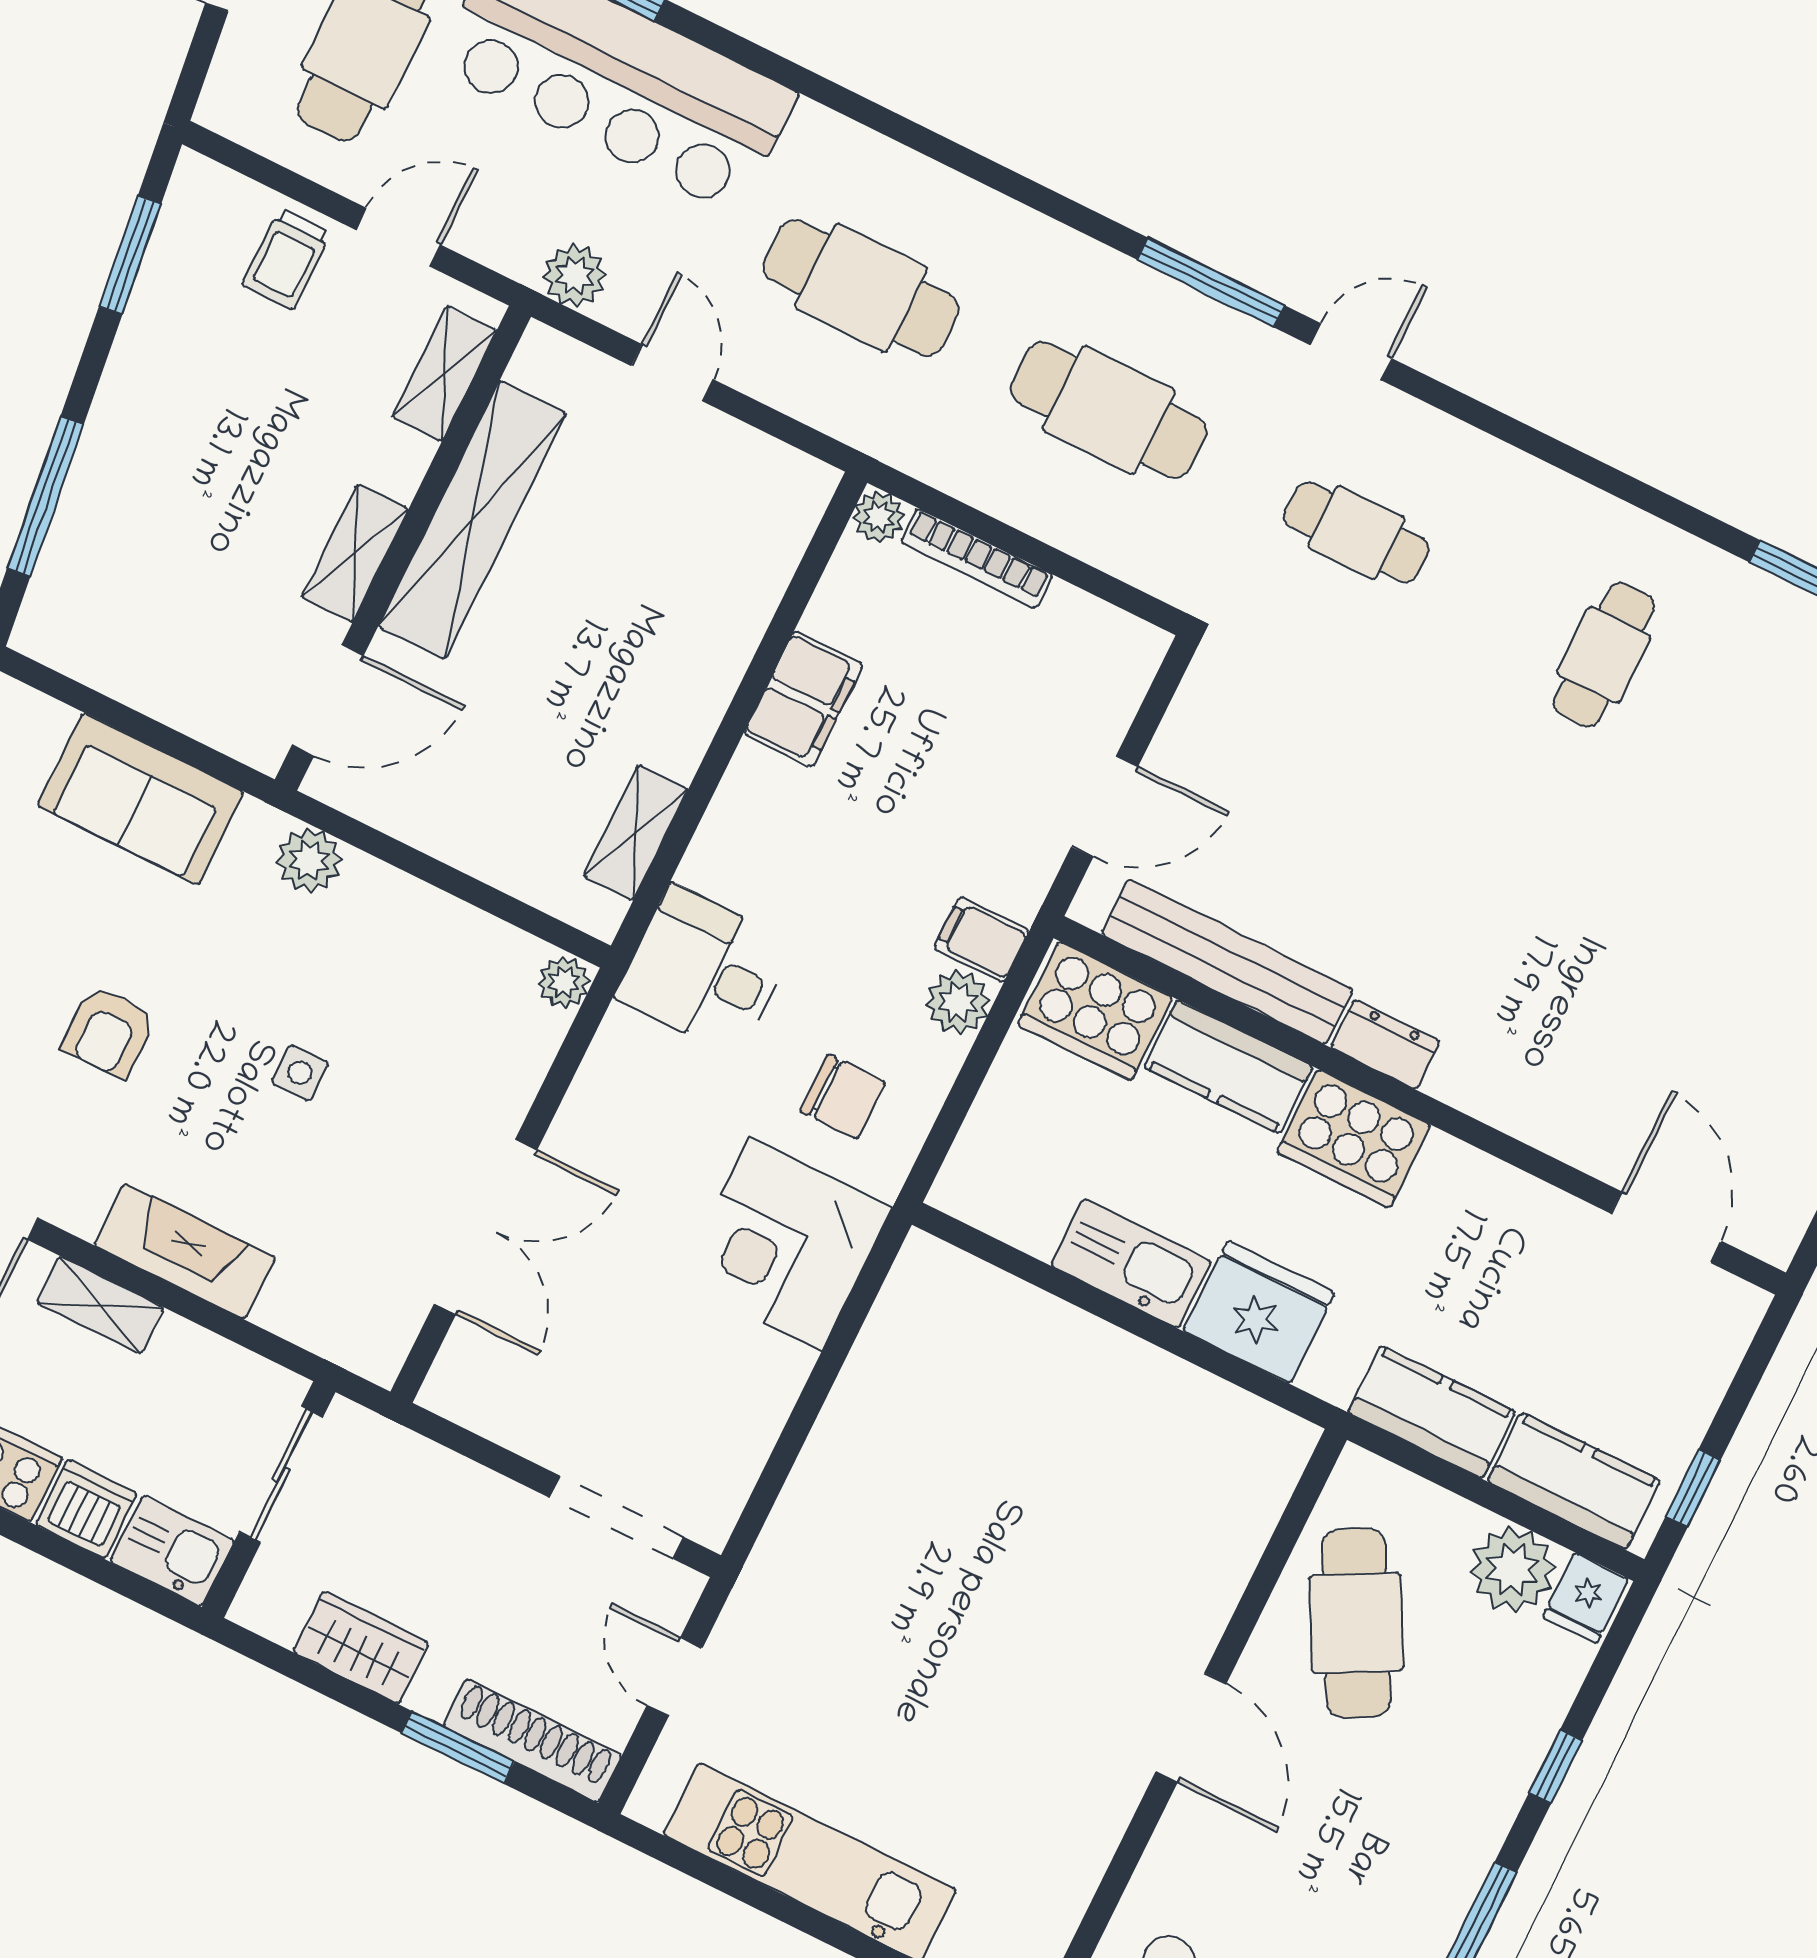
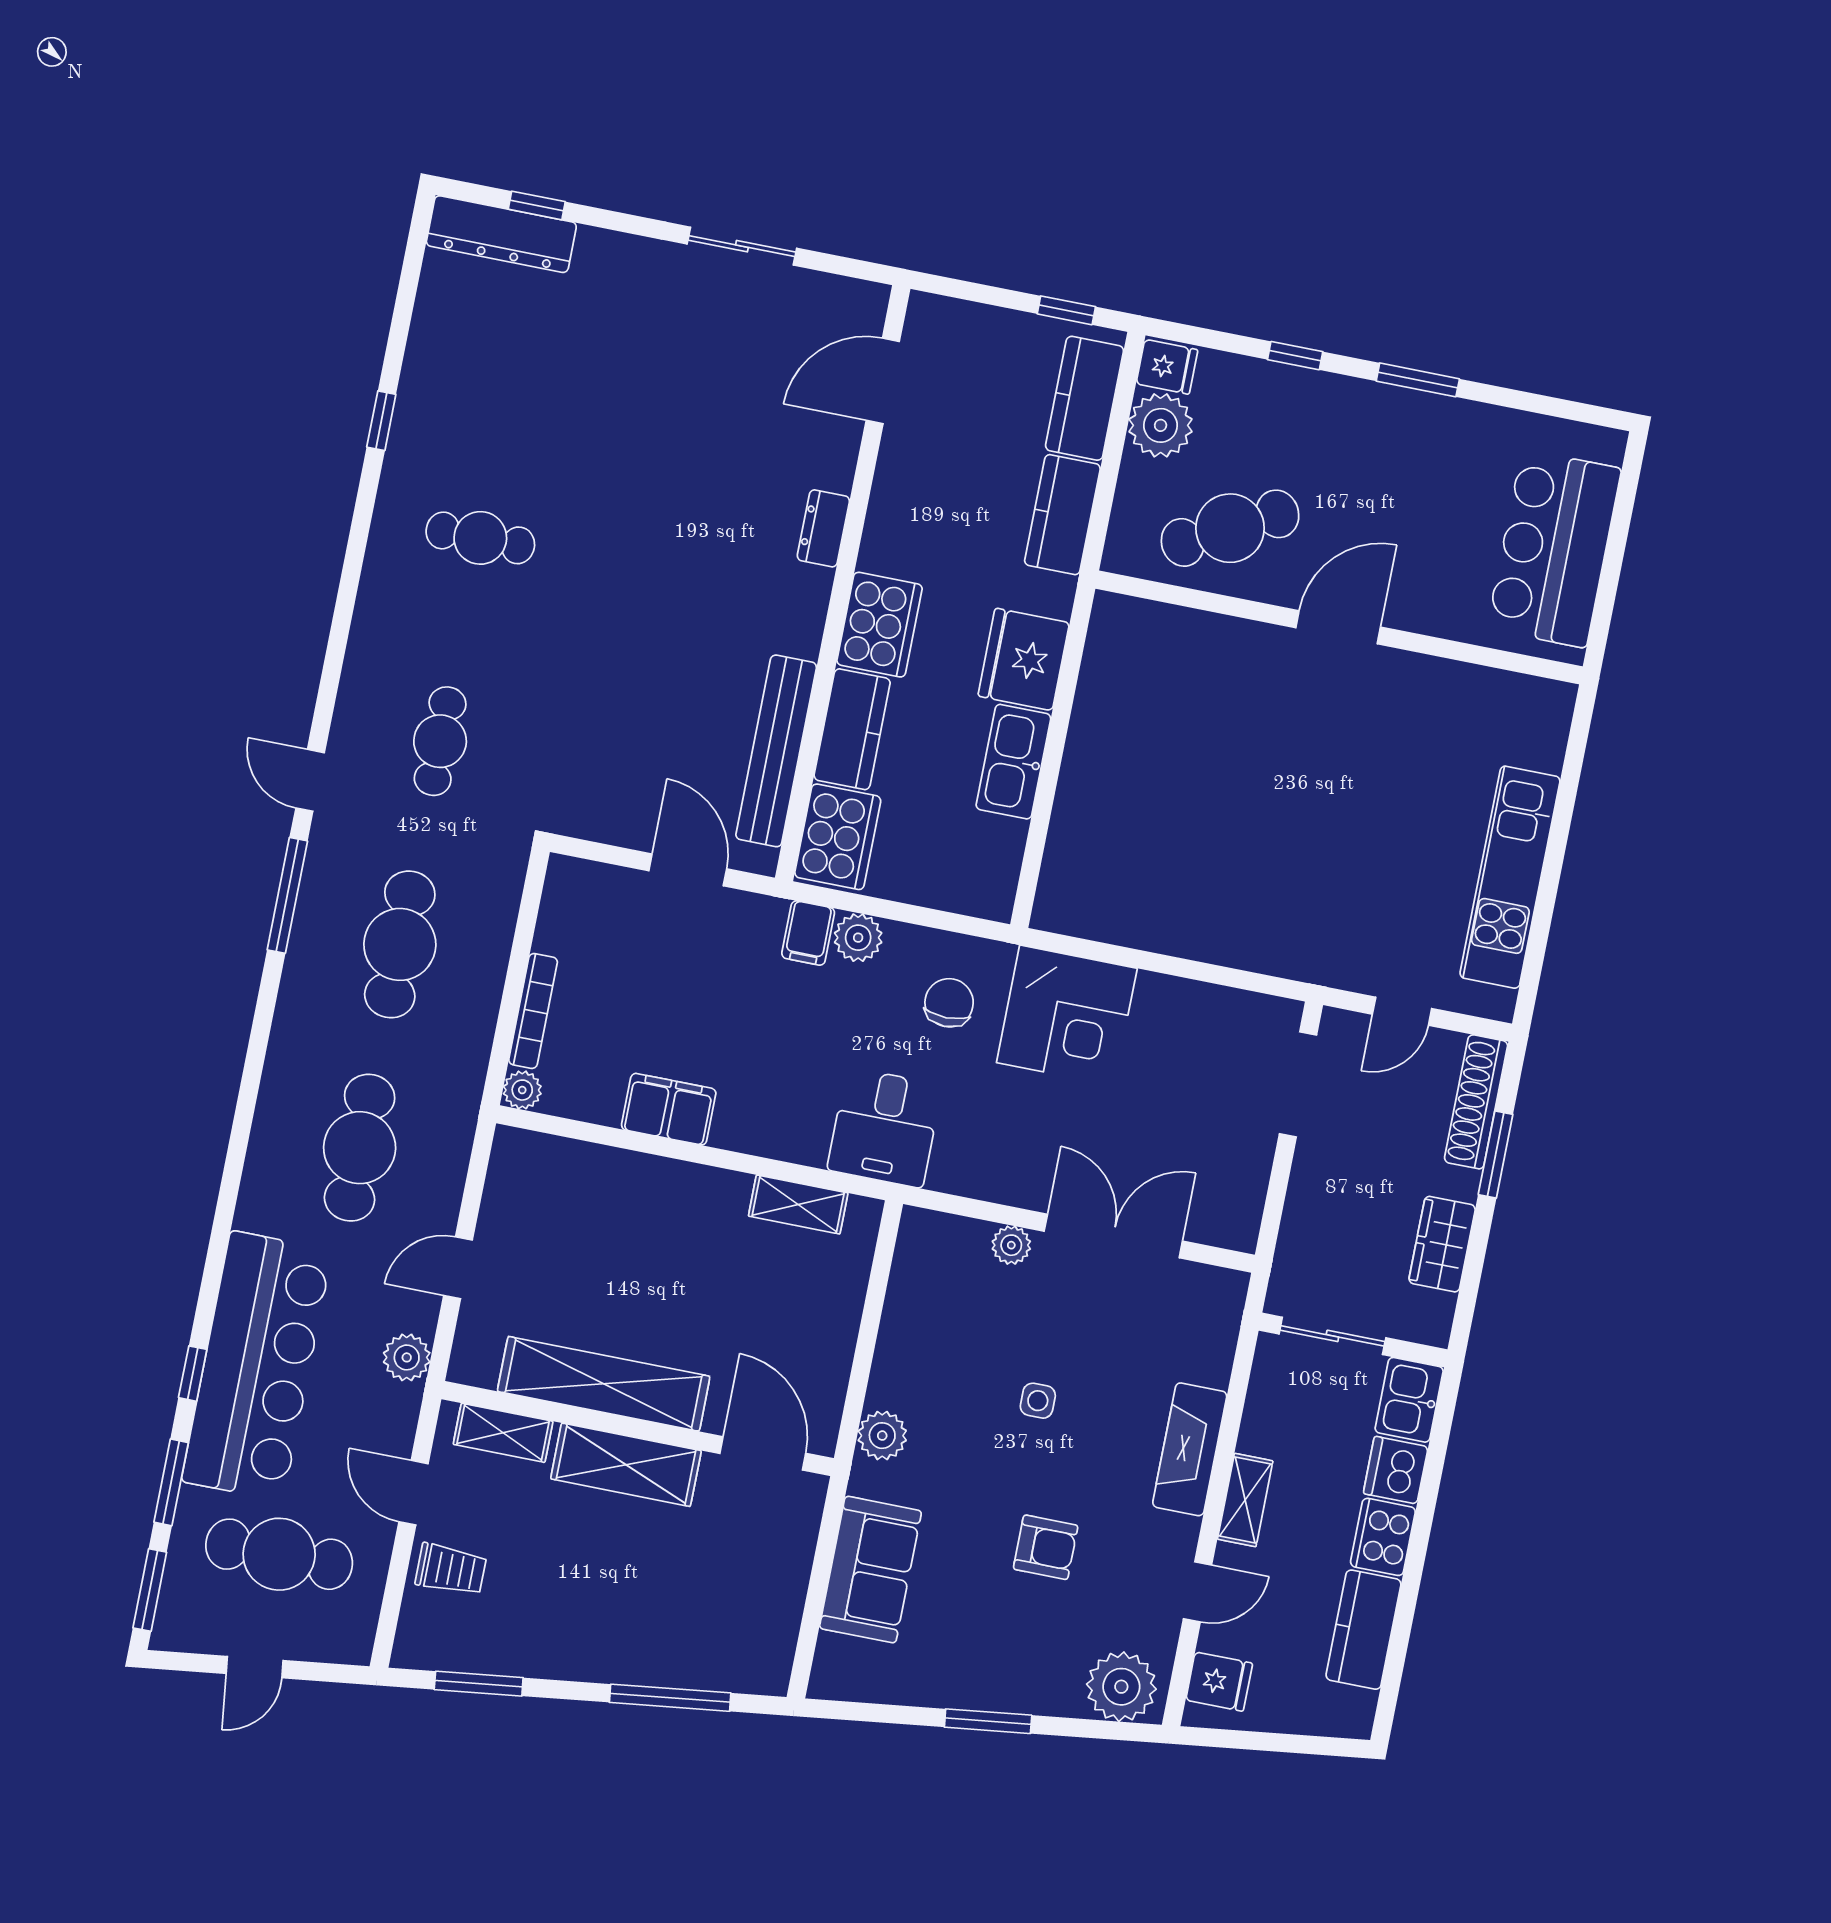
shelving: (355, 553) -> (626, 1465), width x1.50, depth x1.33
plant: (564, 982) -> (1011, 1245), moved
dresser: (1385, 1044) -> (823, 528), moved

